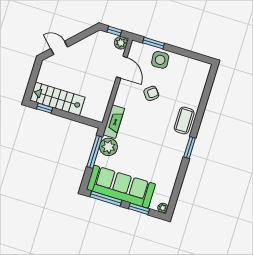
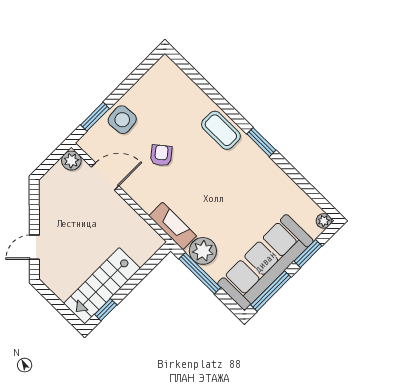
window: (114, 31) -> (51, 161), removed

